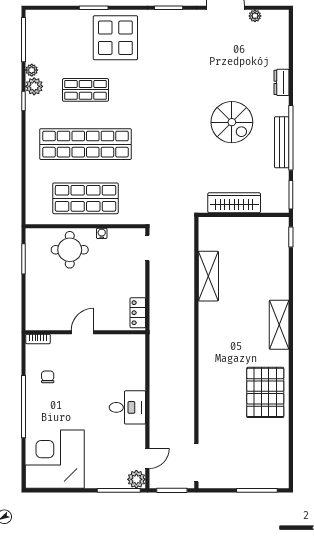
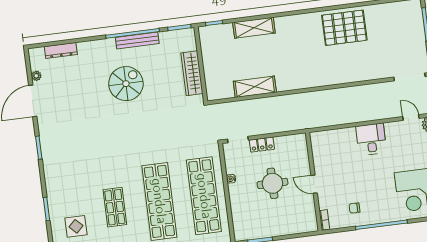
display table: (115, 38) -> (76, 226), moved, width x0.54, depth x0.54
dresser: (281, 82) -> (61, 51), moved, width x1.44
shop shelf: (85, 198) -> (204, 196), width x1.40
round table: (70, 250) -> (272, 183), moved
locker: (138, 313) -> (262, 145), moved
shelving: (279, 325) -> (254, 28), moved

